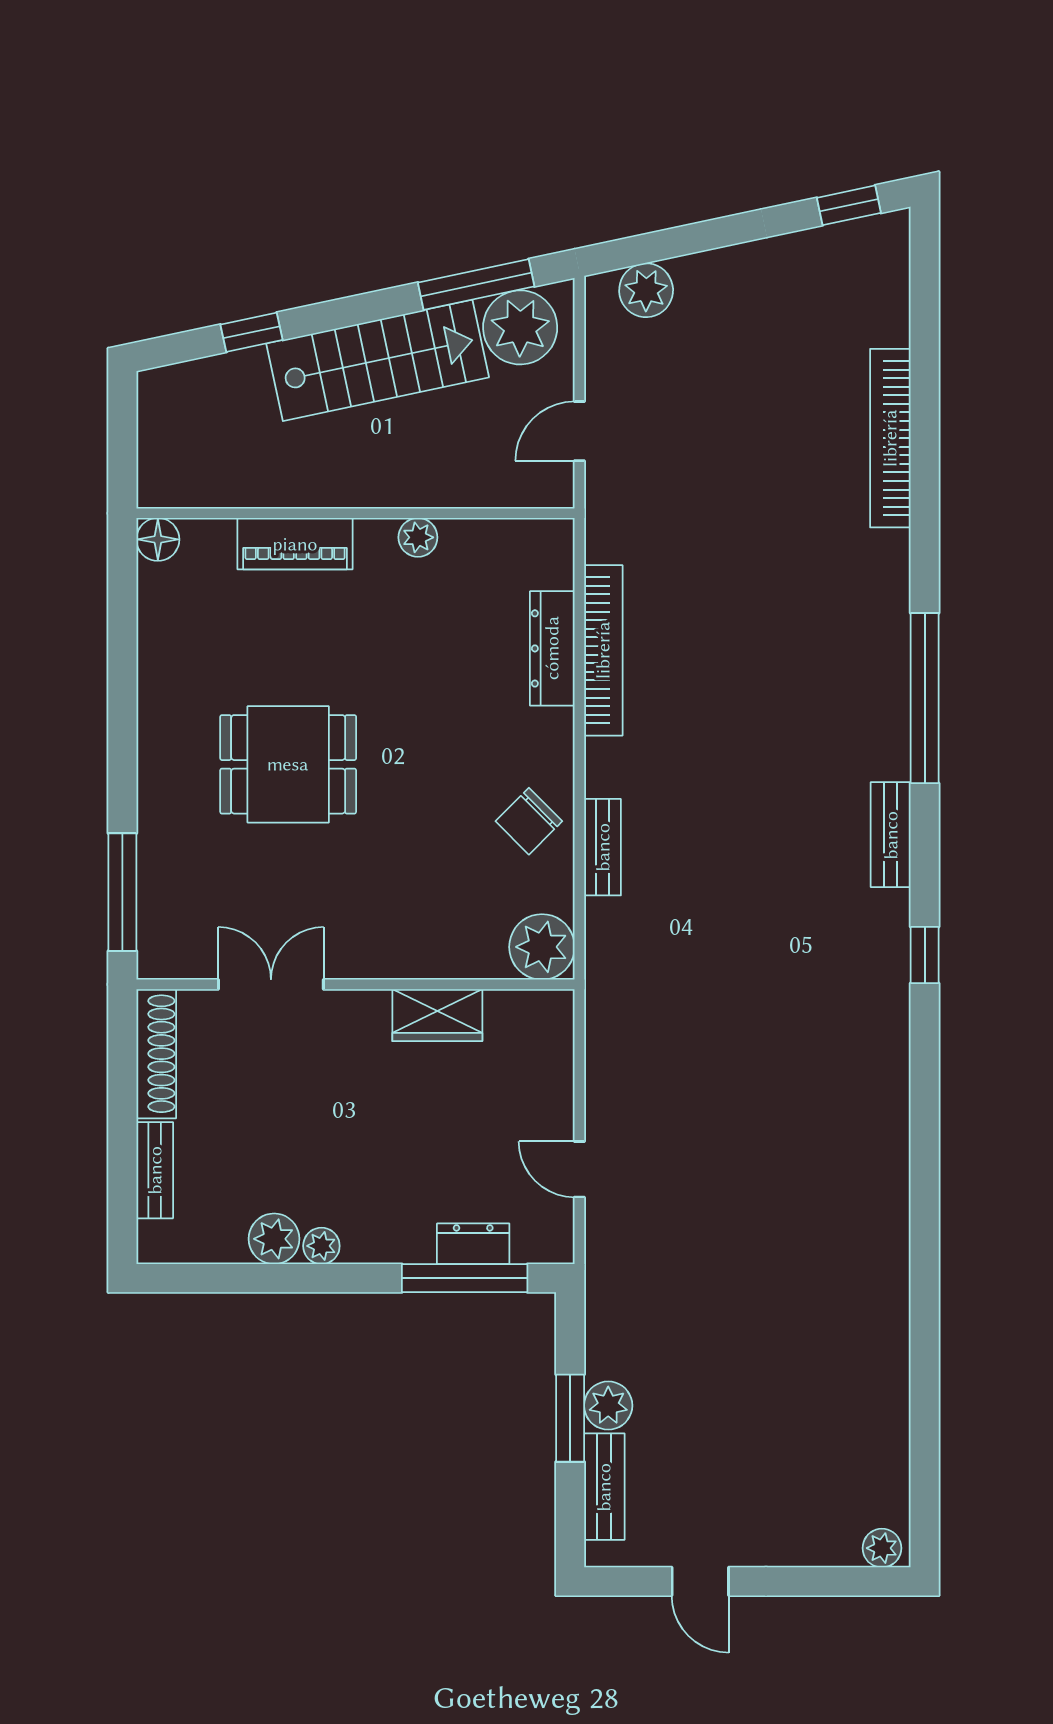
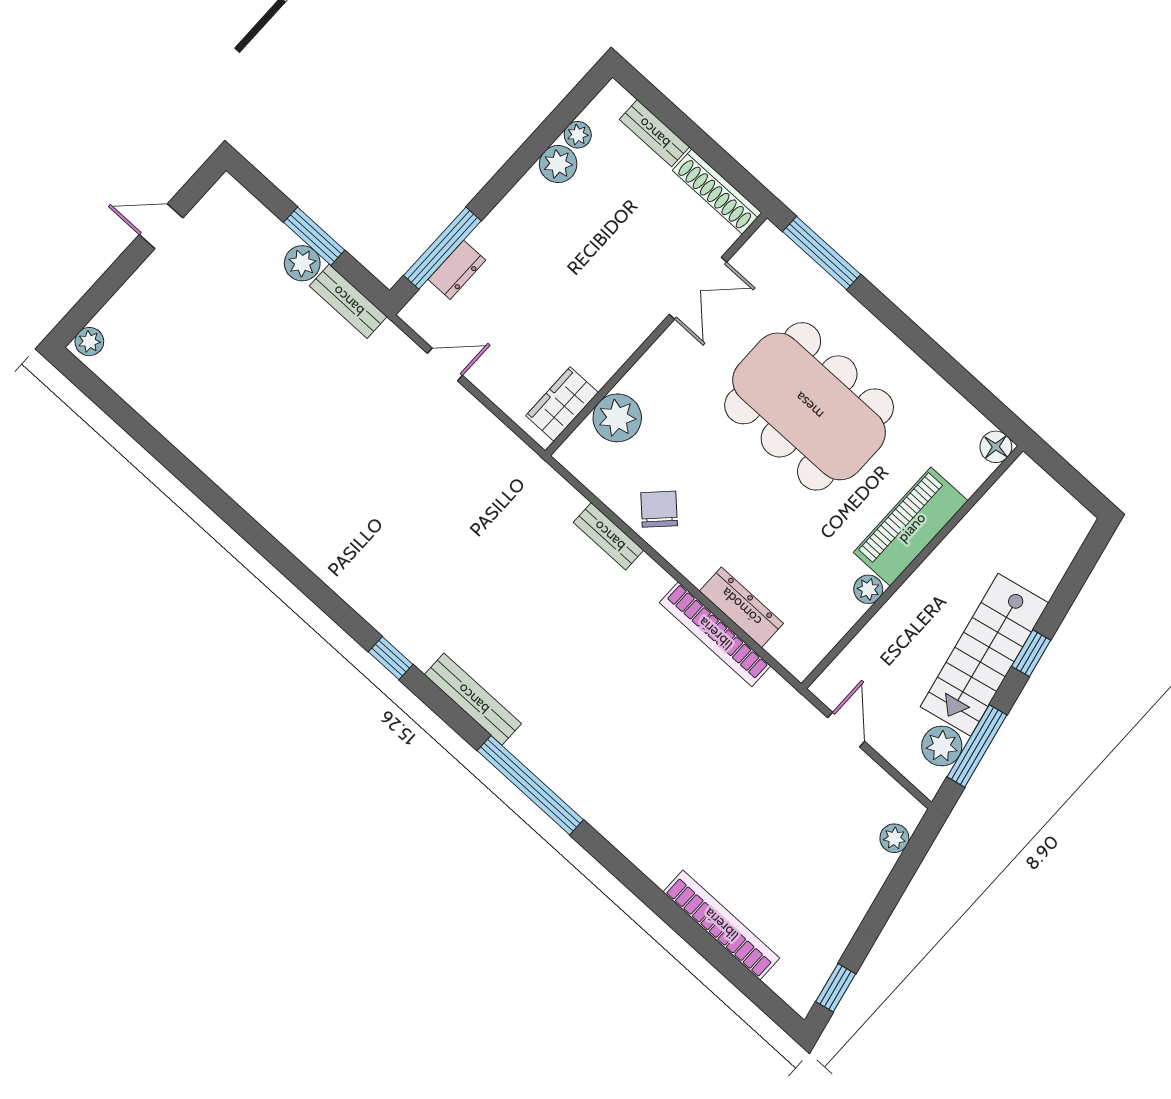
plant: (646, 290) -> (894, 838), width x0.73, depth x0.73
plant: (520, 327) -> (942, 746), width x0.73, depth x0.73
window: (252, 332) -> (1031, 653), moved
bookcase: (890, 438) -> (721, 925), moved
piano: (295, 544) -> (911, 527), width x1.37, depth x1.33
dining table: (288, 764) -> (809, 406), width x1.88, depth x1.24
bench: (891, 835) -> (473, 699), width x1.36
plant: (542, 947) -> (617, 418), moved
wardrobe: (437, 1015) -> (562, 404), moved
plant: (321, 1246) -> (578, 135), moved
bench: (604, 1487) -> (348, 301), moved

